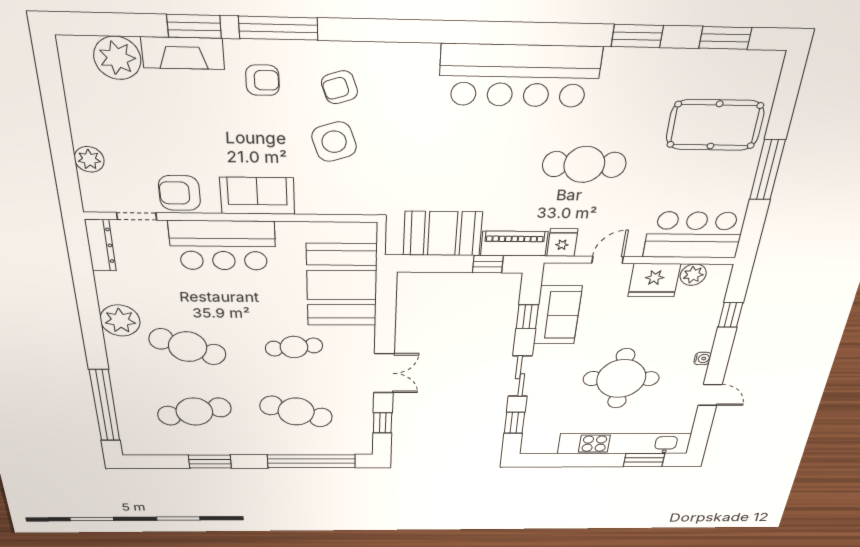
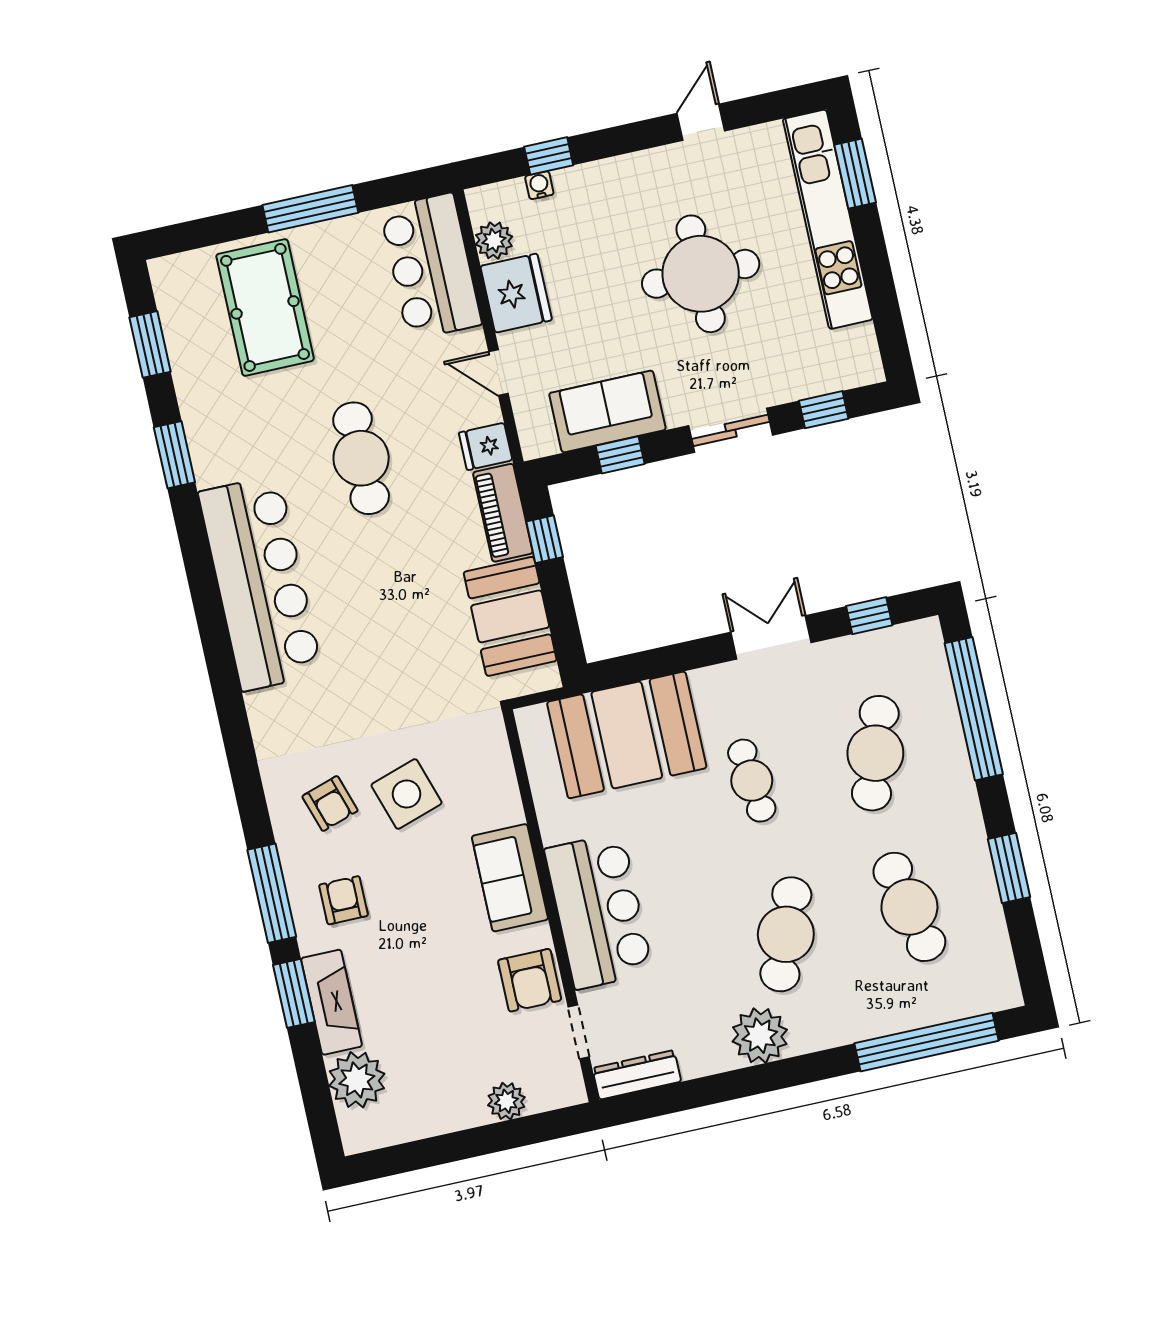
water cooler: (702, 358) -> (539, 185), moved

